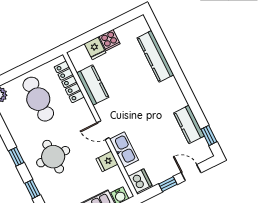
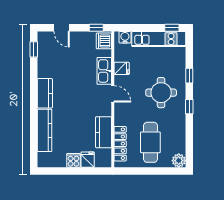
kitchen counter: (189, 124) -> (45, 93), moved
window: (168, 184) -> (96, 28), moved

